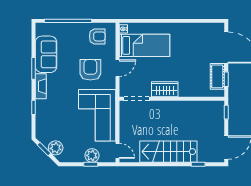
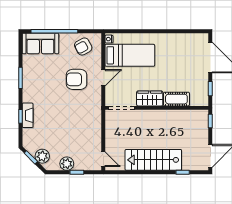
armchair: (97, 36) -> (83, 47), turned 152
sofa: (46, 54) -> (40, 43), moved, turned 90
armchair: (90, 70) -> (76, 79), turned -90
cot: (217, 76) -> (176, 99), moved, turned 90
fireplace: (41, 86) -> (28, 115), moved
corner sofa: (97, 115) -> (83, 124), removed
plant: (92, 155) -> (67, 164), moved

